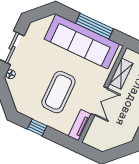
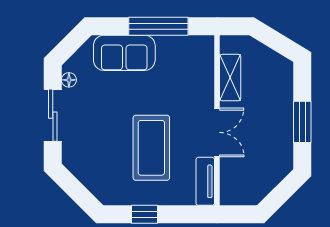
sofa: (82, 41) -> (124, 53), width x0.54, depth x0.79
floor lamp: (11, 74) -> (69, 80), moved

